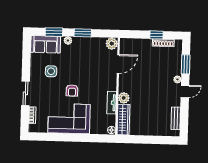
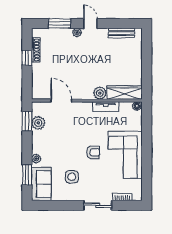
window: (83, 33) -> (27, 121), moved
plant: (112, 44) -> (38, 123), moved

